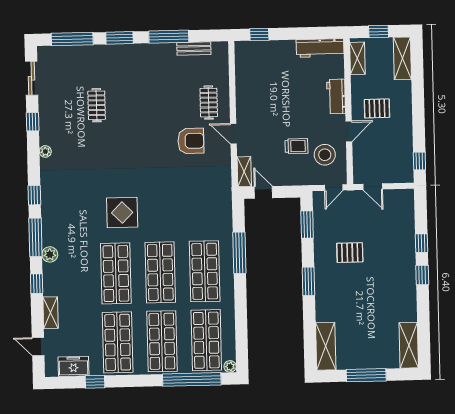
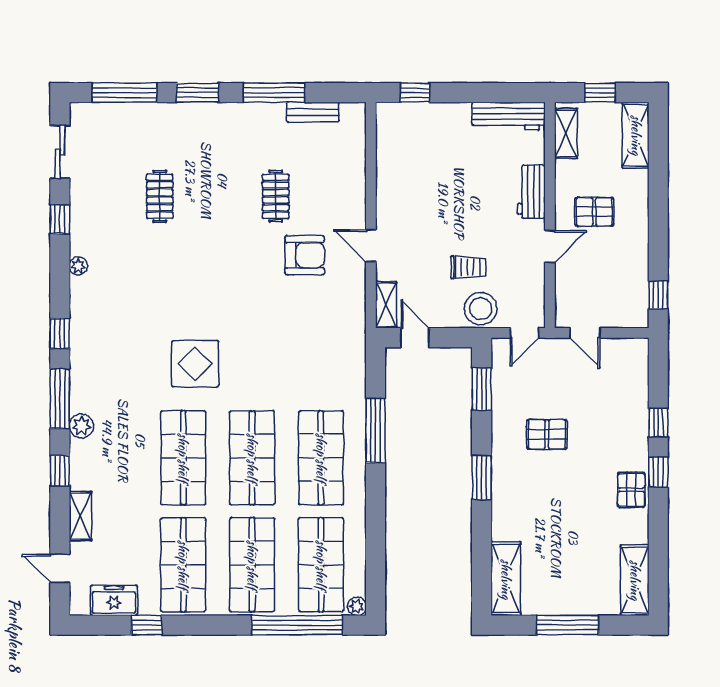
clothes rail: (209, 103) -> (276, 196), moved
stool: (325, 155) -> (481, 309), moved
pallet: (405, 287) -> (631, 490), added

